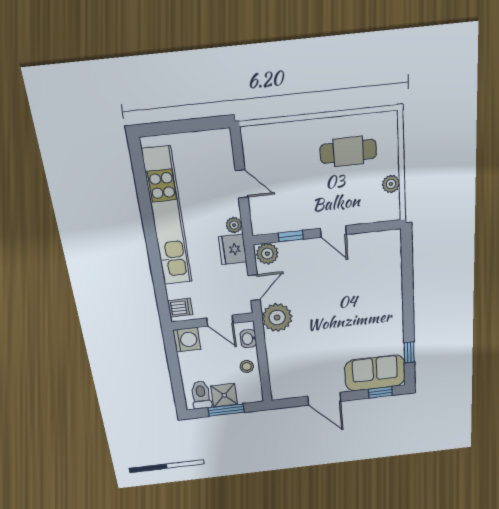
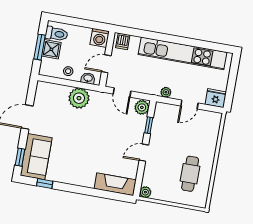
plant: (391, 184) -> (145, 192), moved
fridge: (233, 249) -> (216, 98), moved
fireplace: (390, 259) -> (115, 184), added
plant: (277, 318) -> (79, 98), moved

